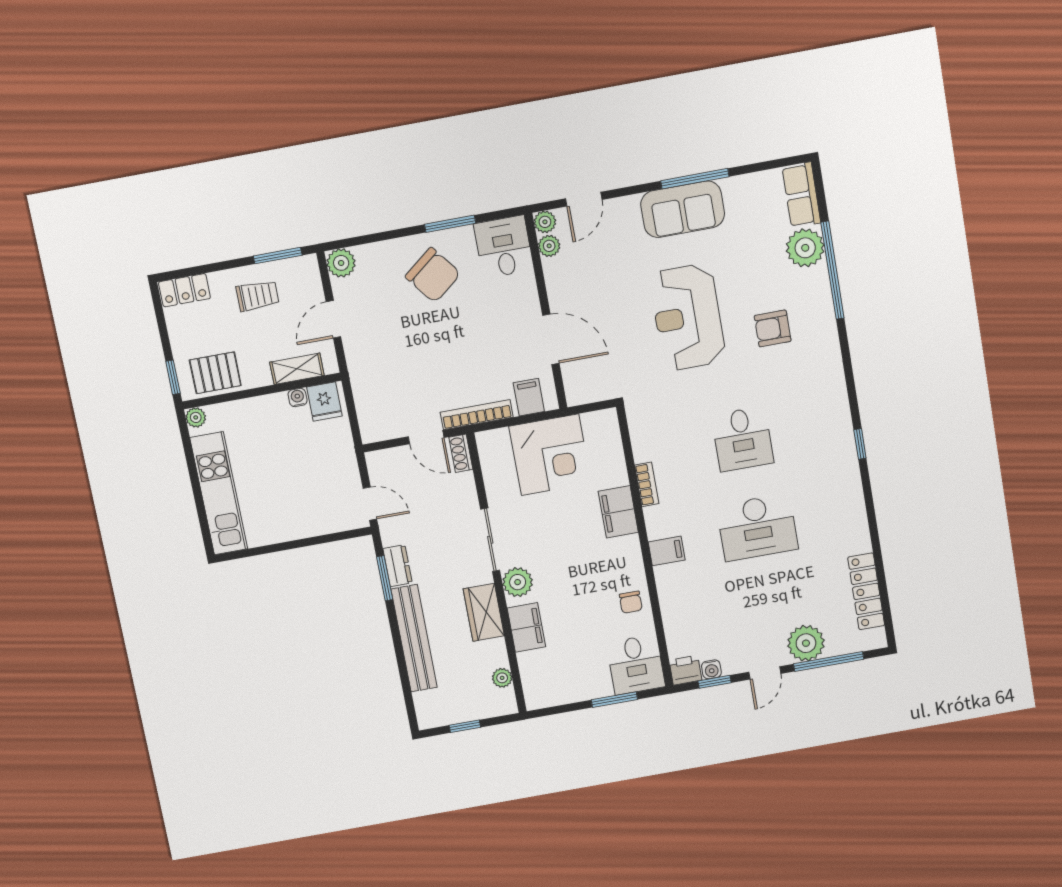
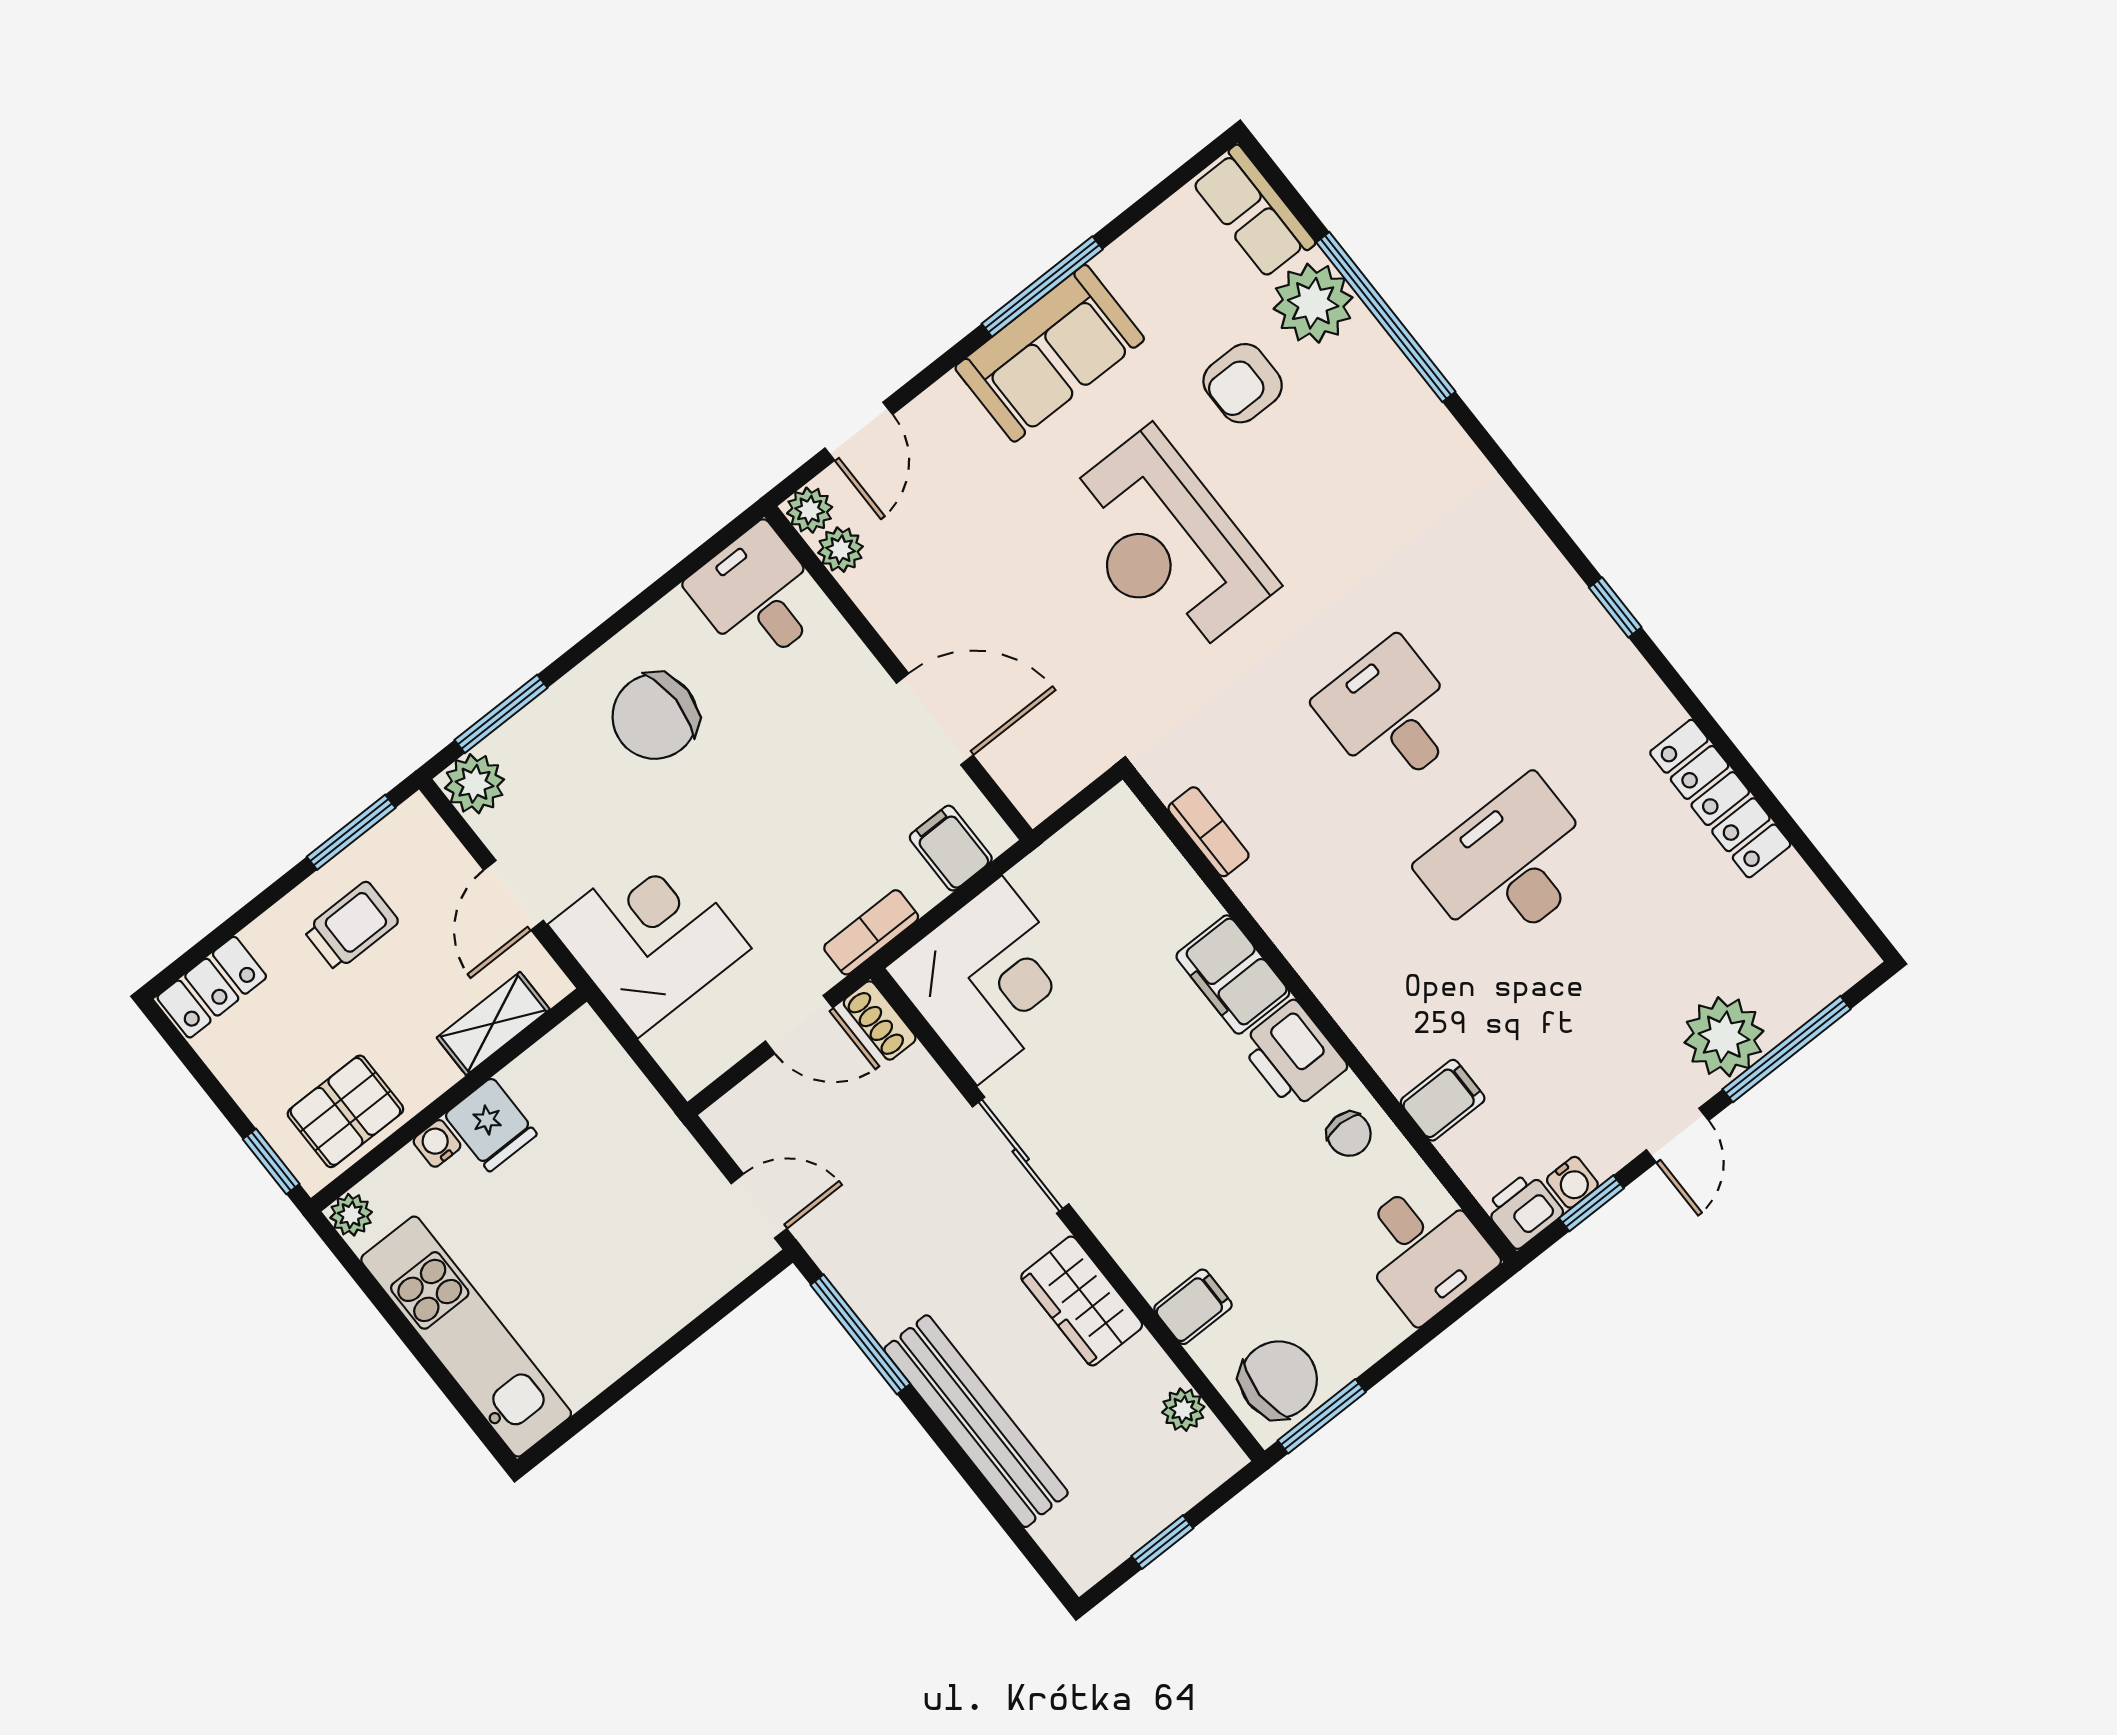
window: (450, 224) -> (501, 714), moved
chair: (433, 275) -> (655, 716), turned 128
armchair: (773, 328) -> (1243, 383), moved
corner desk: (382, 367) -> (650, 936), added
water cooler: (298, 398) -> (437, 1143), moved
fridge: (324, 402) -> (491, 1125), moved
bookcase: (477, 415) -> (871, 932), width x0.64
desk: (743, 439) -> (1391, 715), turned 180
corner desk: (550, 455) -> (989, 980), moved
bookcase: (647, 484) -> (1209, 832), moved
desk: (757, 527) -> (1510, 865), turned 180
filing cabinet: (667, 551) -> (1443, 1100), moved
printer: (625, 558) -> (1293, 1055), added
dresser: (398, 566) -> (872, 1297), removed
window: (385, 578) -> (860, 1334), width x1.44
plant: (518, 582) -> (1115, 1209), removed
locker: (866, 591) -> (1720, 799), moved
filing cabinet: (526, 627) -> (1193, 1307), width x0.50
chair: (548, 686) -> (1279, 1380), added
window: (614, 700) -> (1322, 1416), moved

